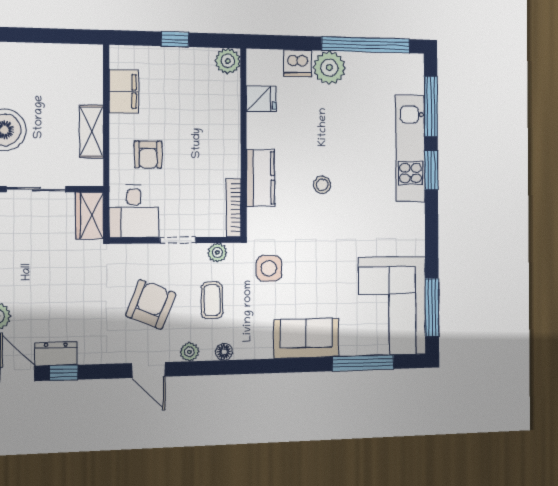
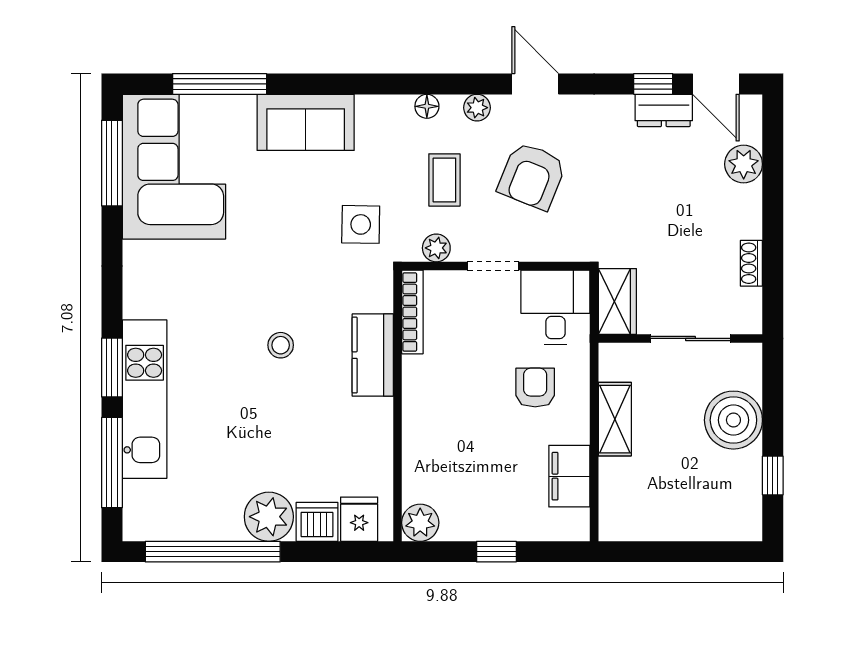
fridge: (261, 99) -> (359, 519), moved, turned 90

